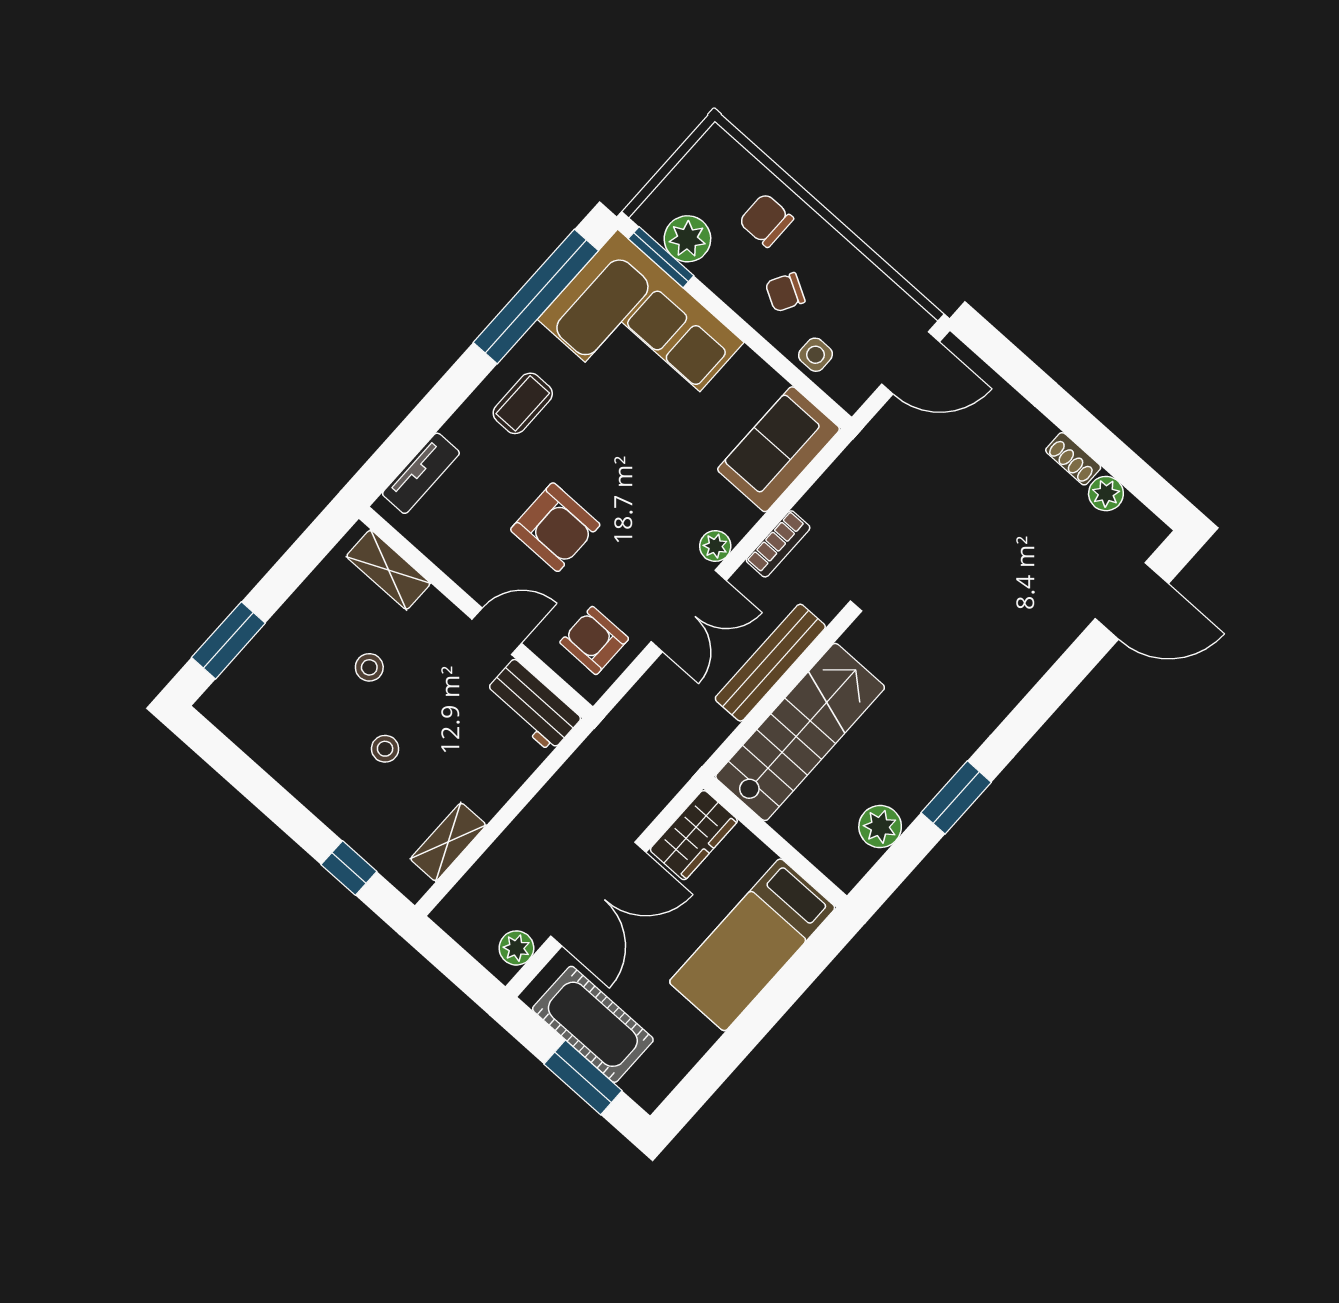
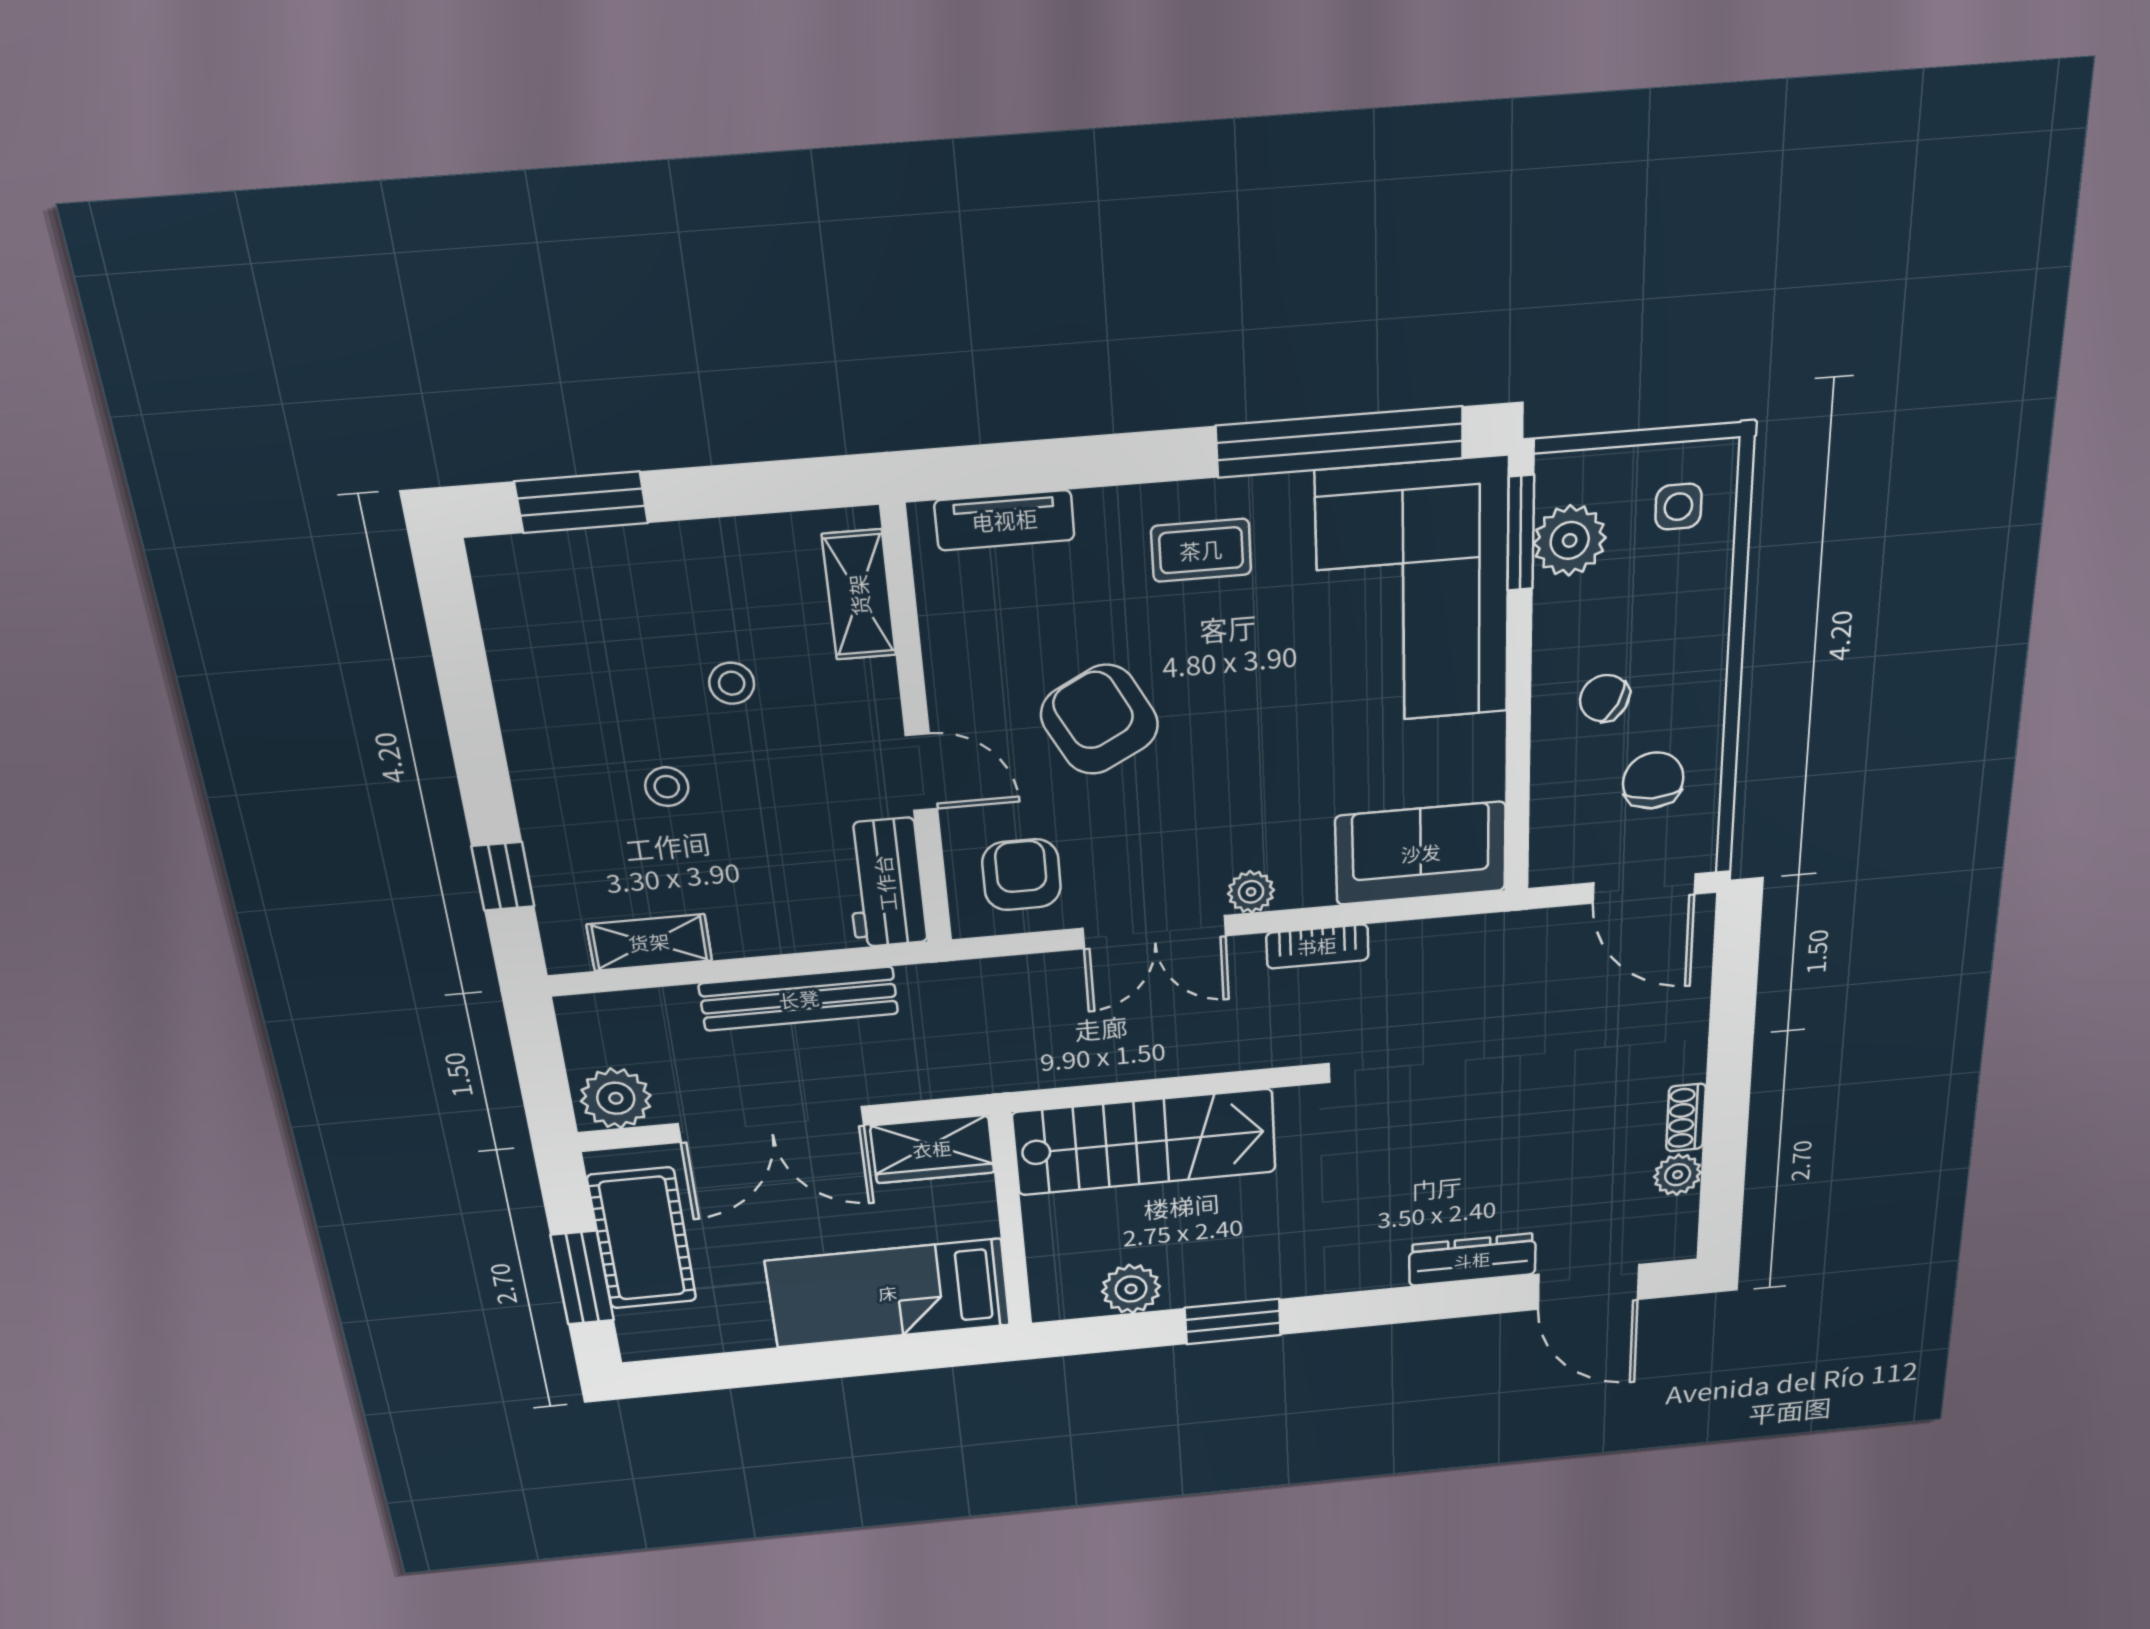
chair: (766, 220) -> (1653, 780), moved
side table: (816, 355) -> (1678, 507), moved
armchair: (555, 527) -> (1099, 720), turned 152
dresser: (1049, 643) -> (1472, 1260), added
bench: (770, 663) -> (799, 999), moved
plant: (516, 948) -> (616, 1098), width x1.38, depth x1.38

